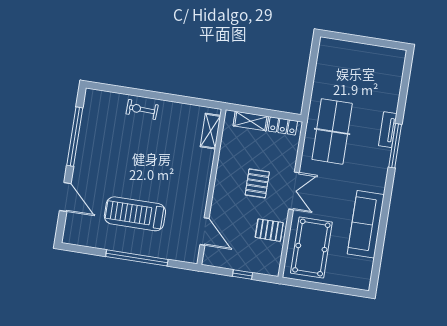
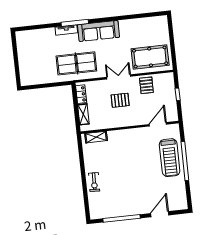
treadmill: (135, 214) -> (170, 158), moved
sofa: (366, 224) -> (99, 31), moved

